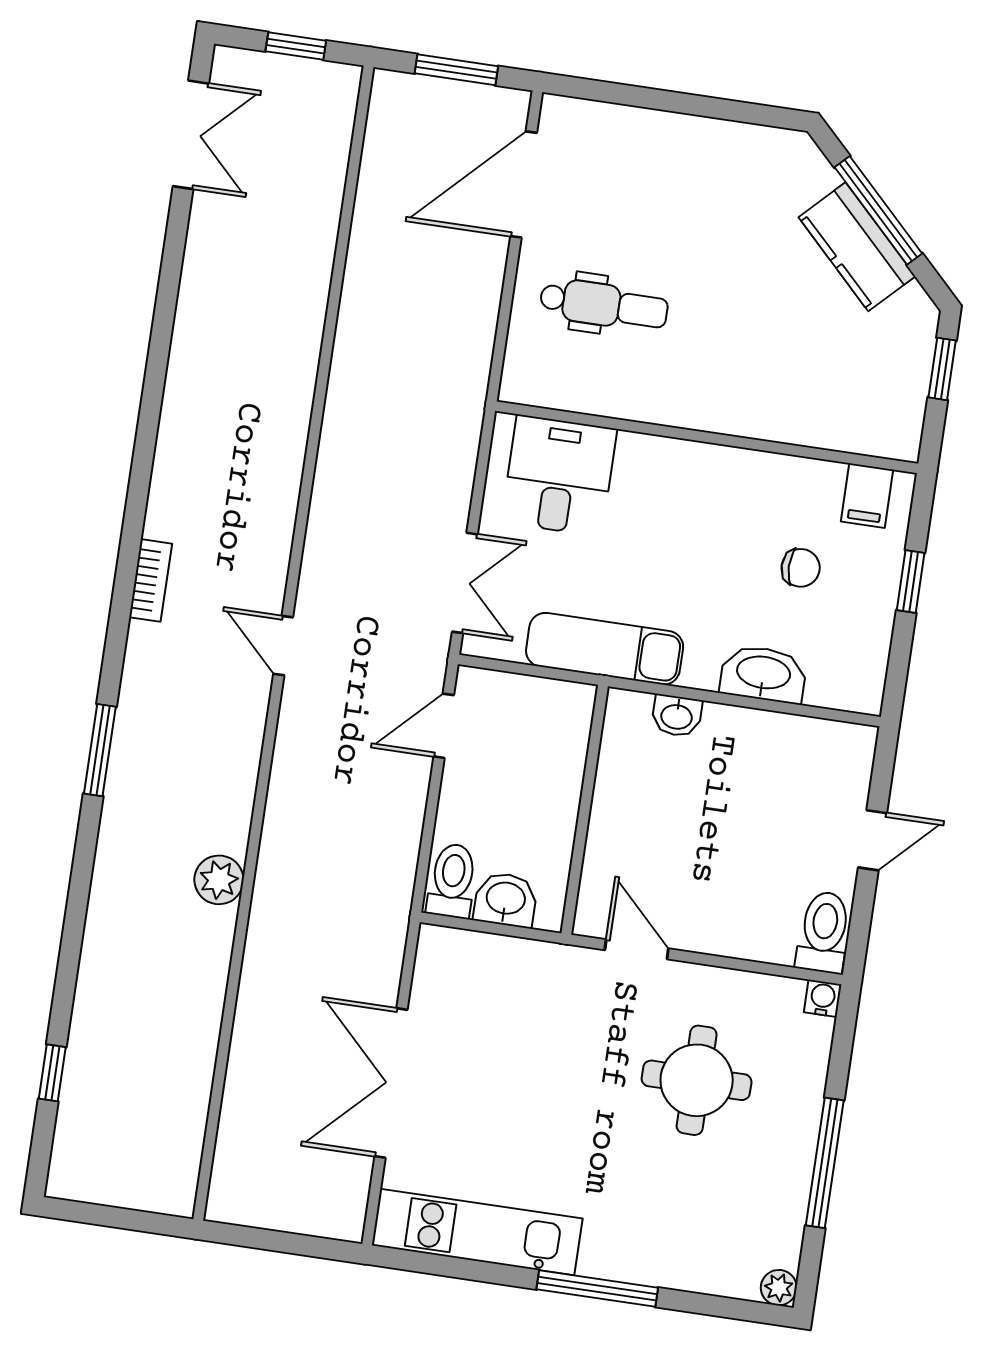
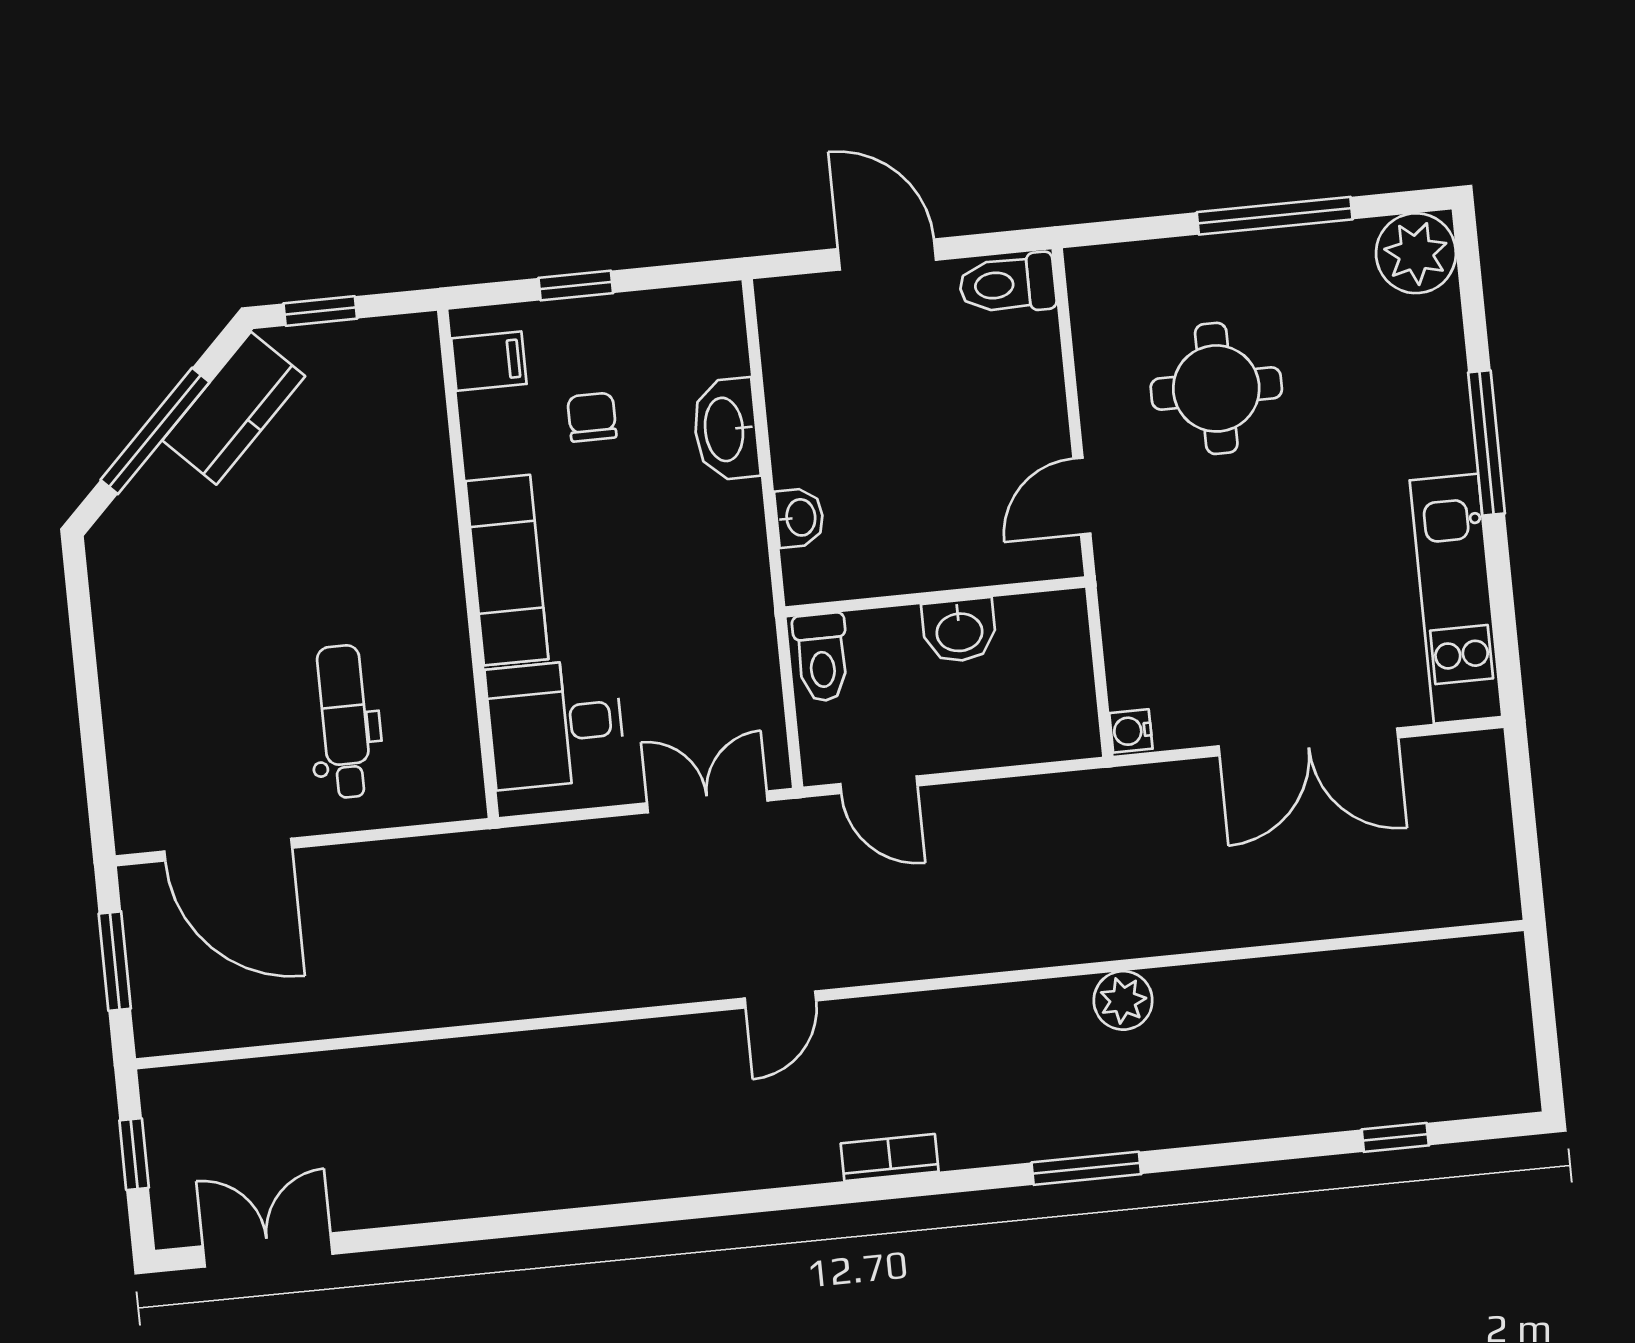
kitchen counter: (857, 247) -> (234, 408), moved
bookcase: (151, 580) -> (890, 1158), moved
door: (283, 646) -> (780, 1000), moved
exam couch: (605, 649) -> (507, 570), moved, turned 180
window: (100, 750) -> (1086, 1168), moved
door: (872, 840) -> (887, 254), width x1.38
toilet: (452, 881) -> (822, 657), moved, turned -90
washbasin: (506, 900) -> (959, 630), moved, turned -90
water cooler: (823, 998) -> (1131, 731), moved
plant: (779, 1288) -> (1416, 253), width x1.88, depth x1.88

